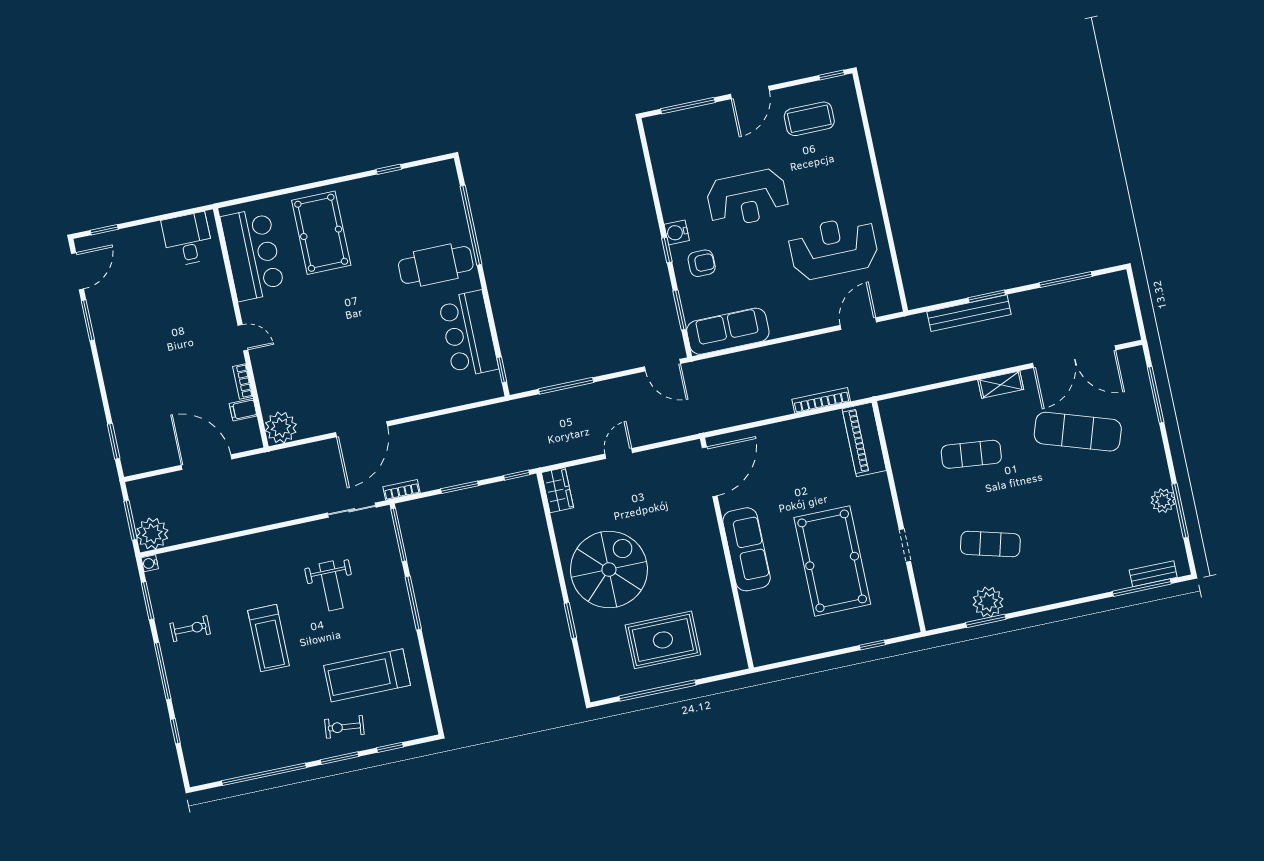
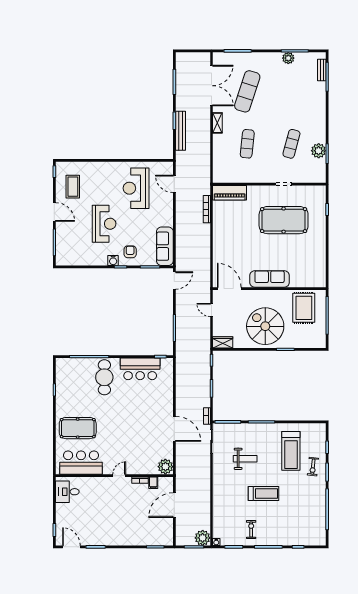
door: (710, 472) -> (229, 289), moved
sofa: (747, 549) -> (270, 279), moved
wall: (727, 553) -> (269, 289), moved

